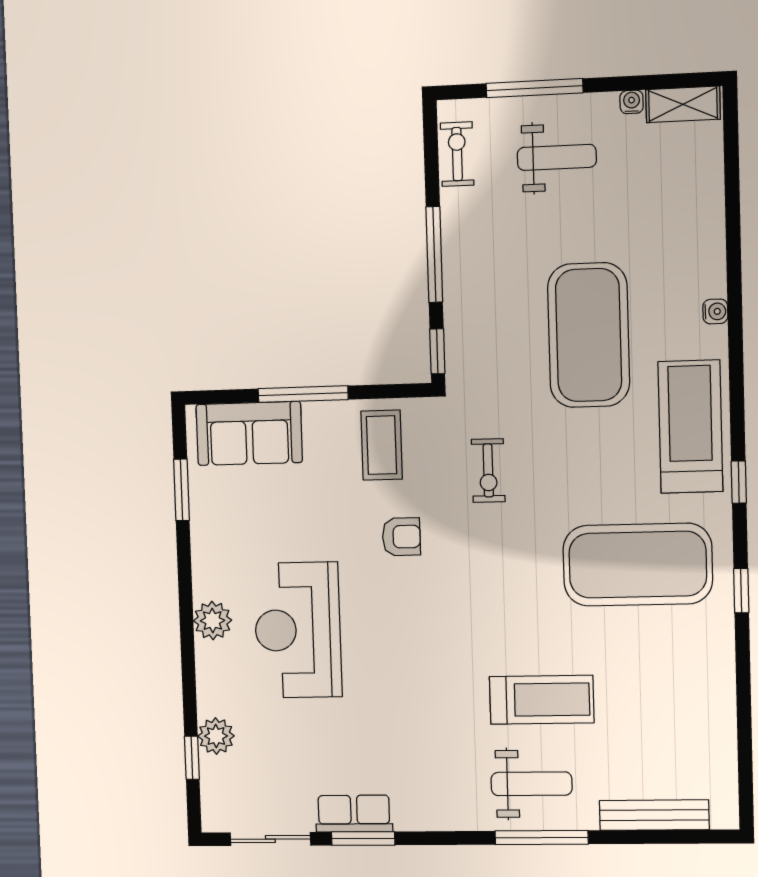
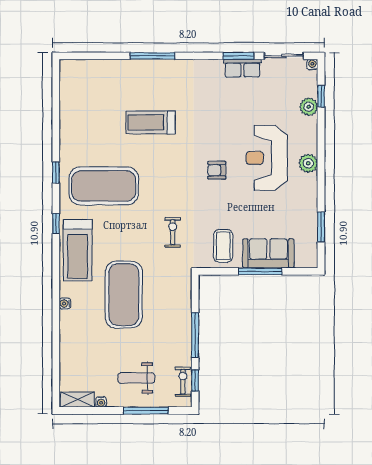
exercise bike: (457, 154) -> (183, 382), turned 180
window: (437, 351) -> (195, 380), moved
sofa: (249, 433) -> (268, 253), moved
armchair: (401, 537) -> (217, 170), moved
reception desk: (298, 630) -> (267, 158), turned 180
weight bench: (532, 784) -> (156, 82), removed
bench: (654, 815) -> (99, 66), removed
water cooler: (212, 822) -> (312, 65), added

